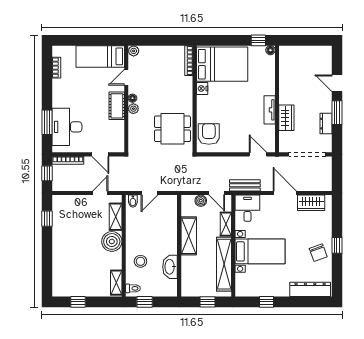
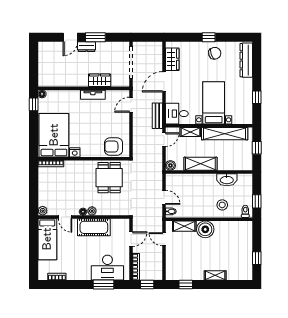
cot: (117, 106) -> (94, 227), width x1.37, depth x1.34
dresser: (326, 124) -> (86, 47), moved
boiler: (201, 201) -> (170, 165), moved
shelving: (116, 283) -> (215, 275), moved

